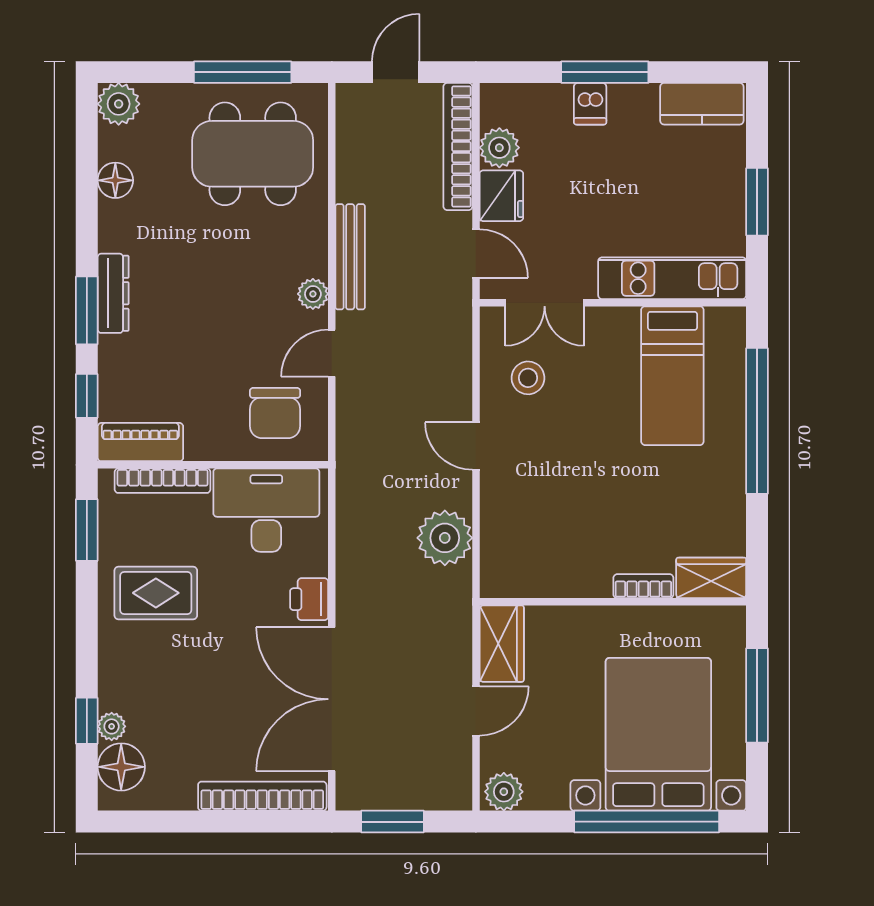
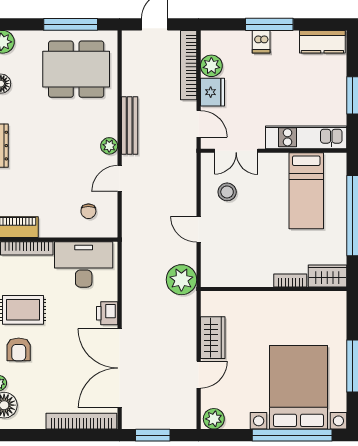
chair: (275, 413) -> (88, 211), width x0.54, depth x0.54
wardrobe: (711, 578) -> (327, 276), moved
bookcase: (643, 586) -> (290, 280), moved
wall: (613, 602) -> (274, 289), moved
armchair: (148, 665) -> (19, 349), added

